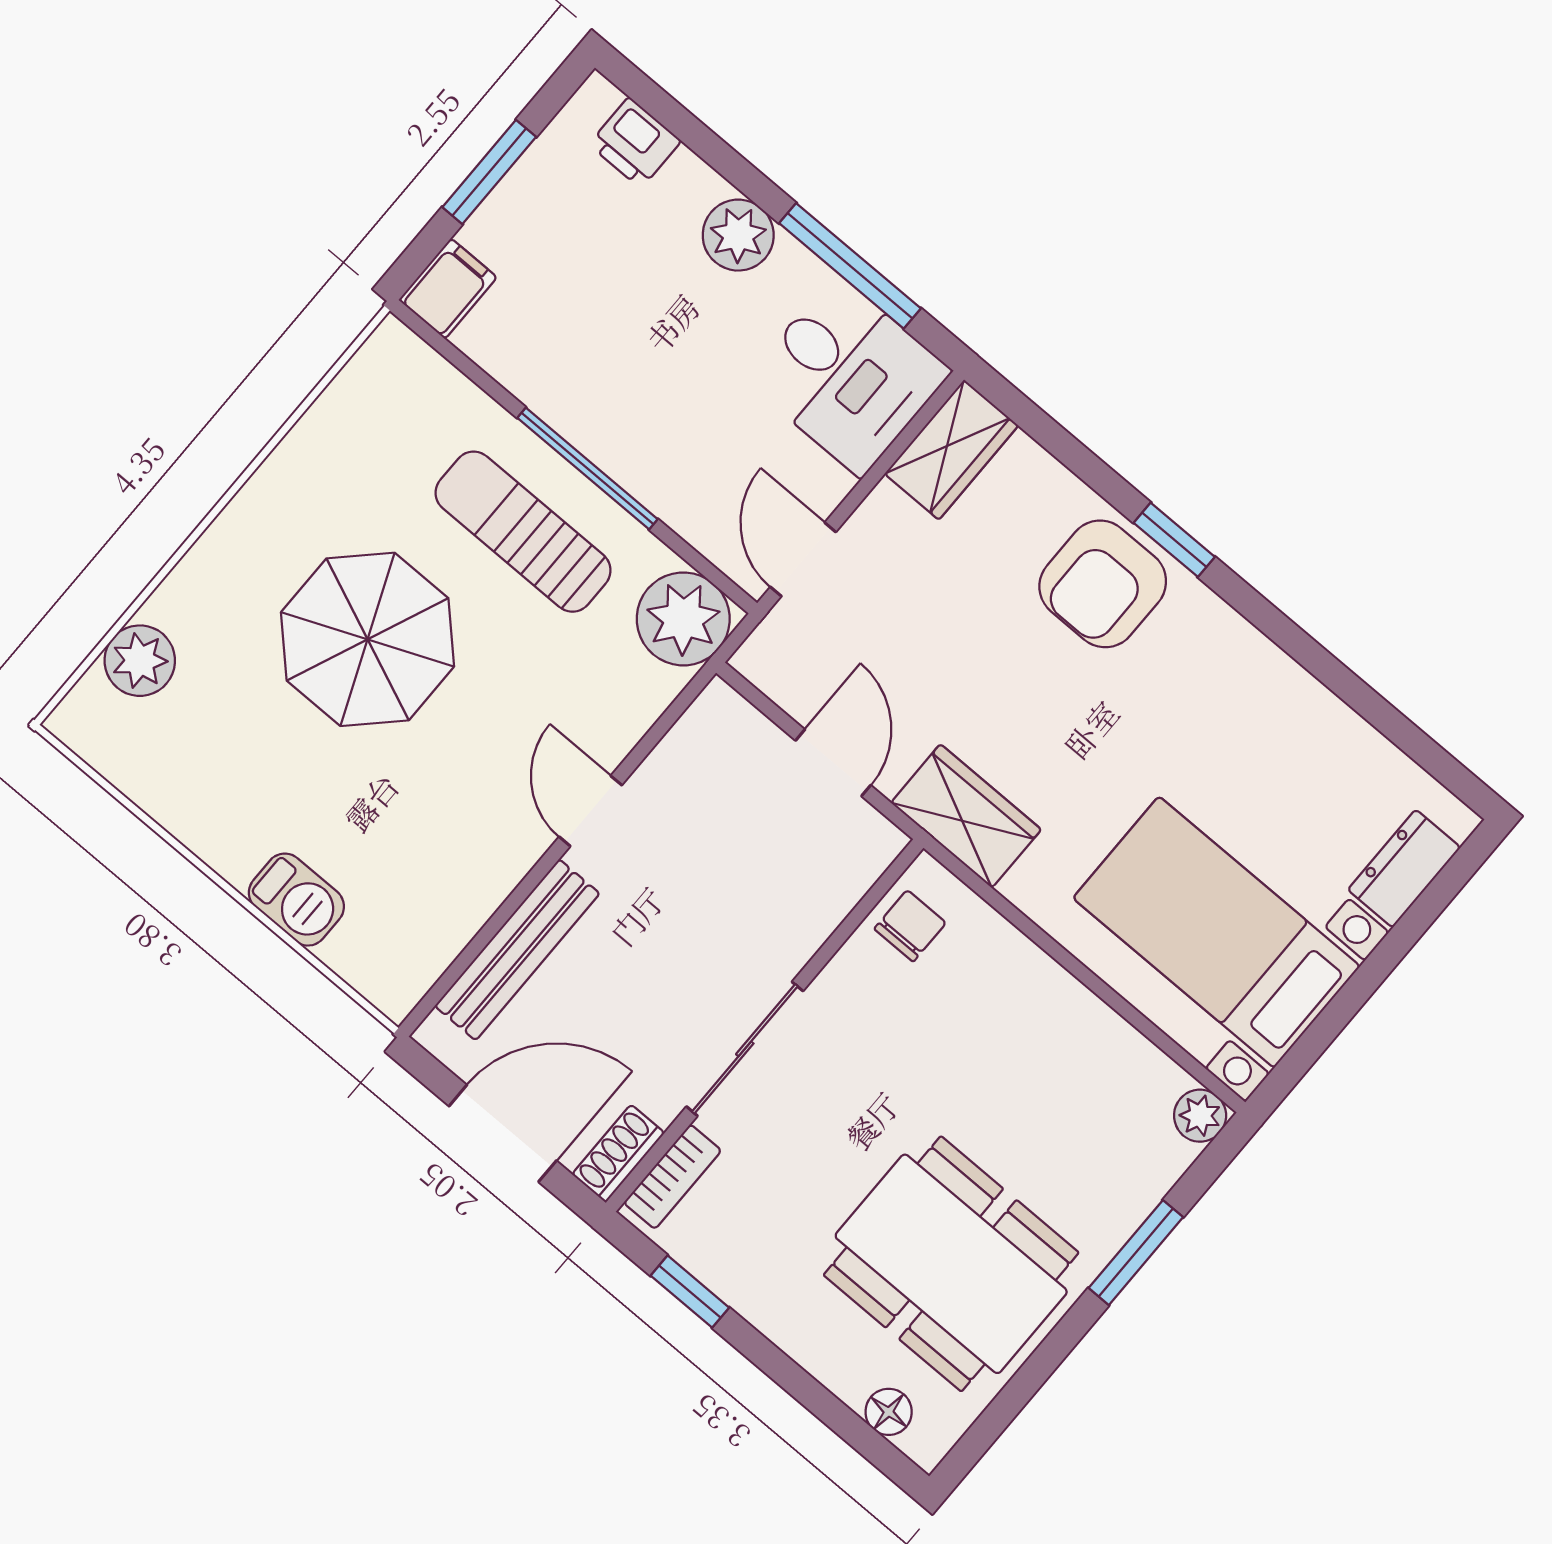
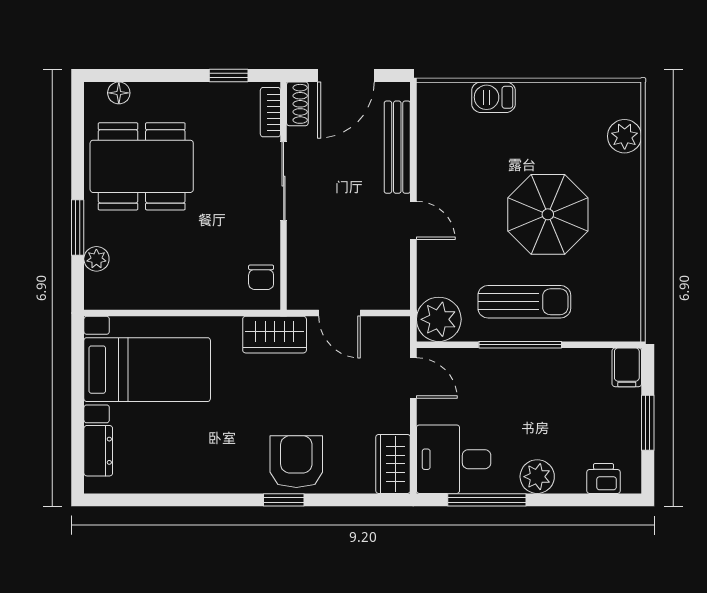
plant: (1200, 1116) -> (96, 259), moved

